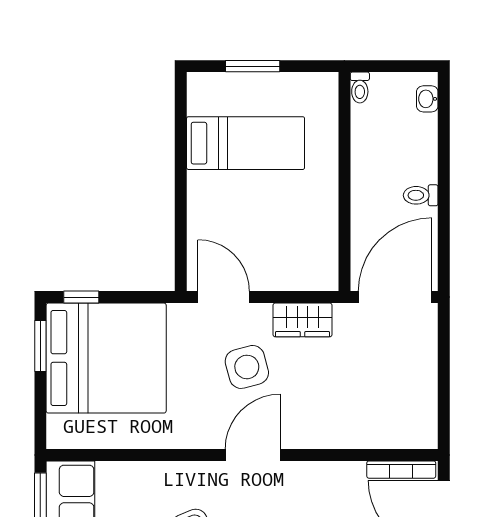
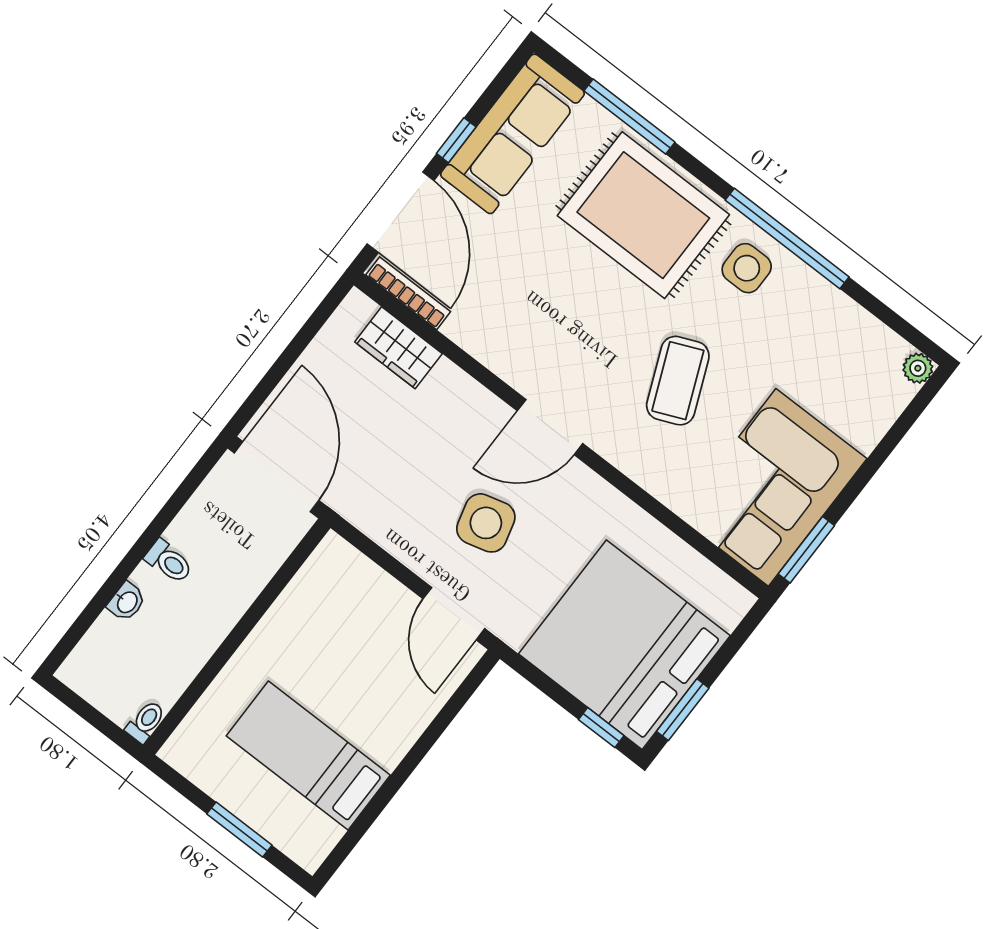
washbasin: (427, 99) -> (127, 602), moved
door: (395, 297) -> (277, 477), swing flipped
wardrobe: (303, 320) -> (398, 348), moved, turned 180

